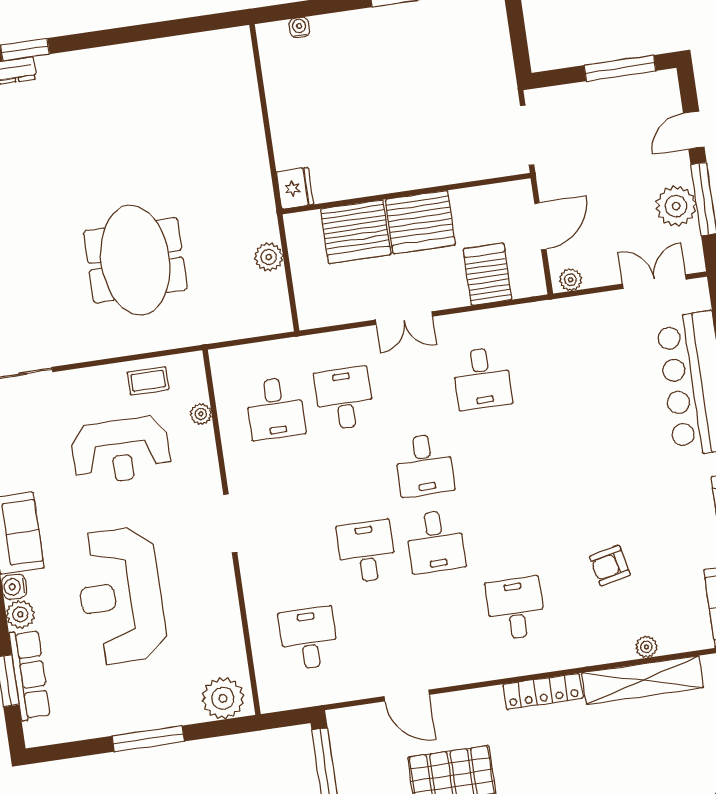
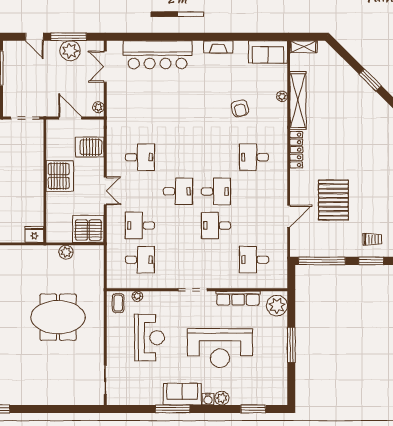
server rack: (356, 232) -> (88, 229), moved, turned -90
coffee table: (148, 381) -> (118, 303), moved
row of seats: (30, 675) -> (238, 298), moved, turned 180

